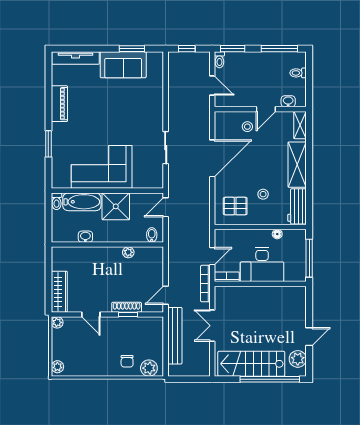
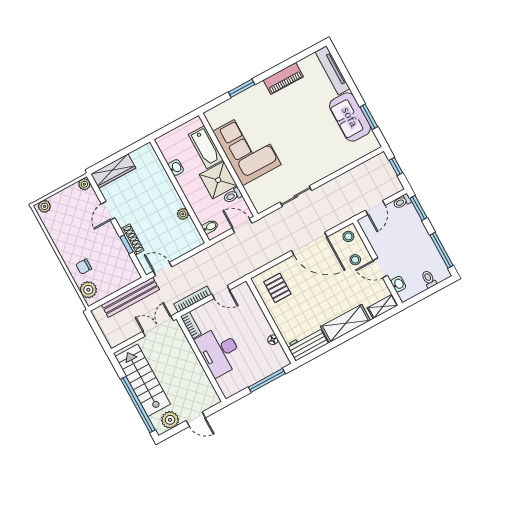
stool: (263, 194) -> (348, 236), moved
toilet: (57, 201) -> (233, 196), moved
desk: (262, 265) -> (219, 351), moved
bookcase: (227, 277) -> (191, 325), moved
wall: (260, 284) -> (201, 359), moved

